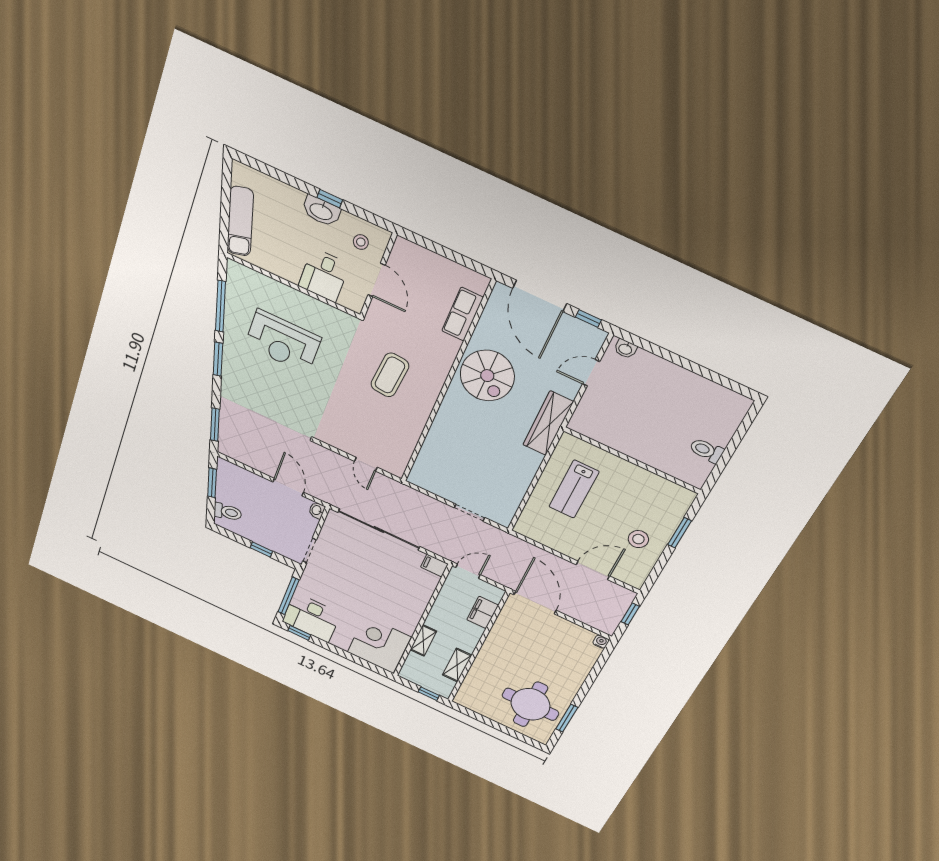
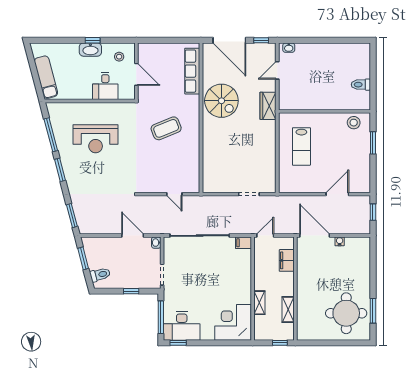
row of seats: (463, 314) -> (192, 71), width x1.48
coffee table: (390, 375) -> (166, 128), turned 63
wardrobe: (548, 423) -> (268, 106), width x0.67
stool: (638, 539) -> (354, 123), moved
water cooler: (601, 642) -> (340, 241), moved

